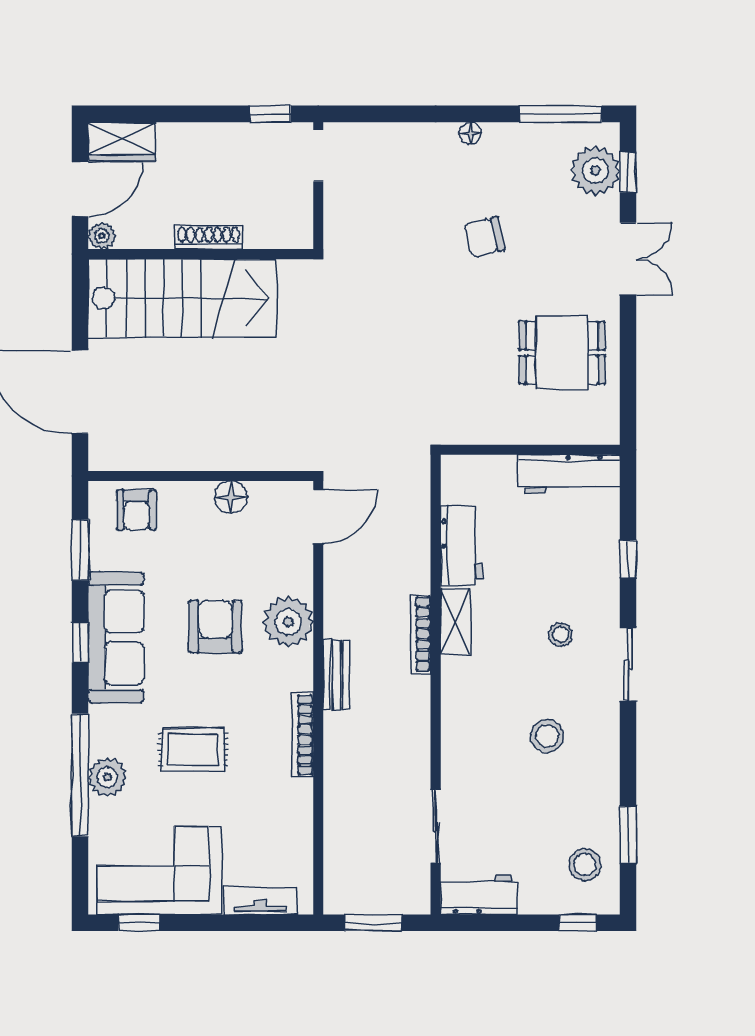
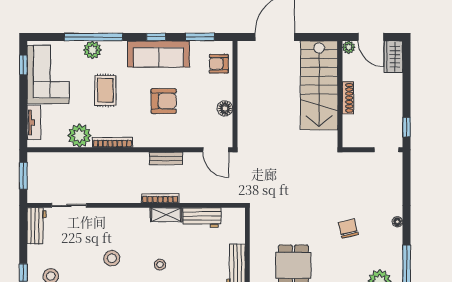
plant: (288, 622) -> (79, 136), moved
bench: (336, 675) -> (166, 158), moved

